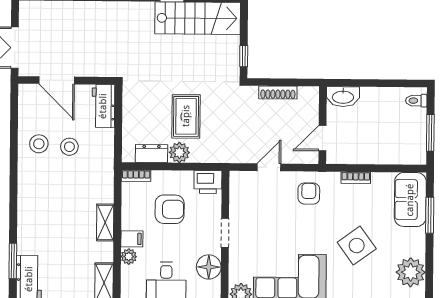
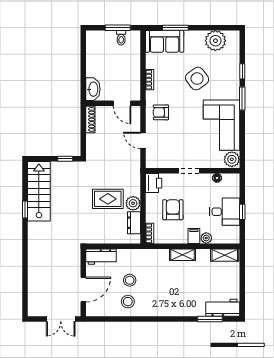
shoe rack: (278, 93) -> (90, 119), moved
toilet: (416, 101) -> (121, 38), moved
floor lamp: (209, 267) -> (217, 178), width x0.53, depth x0.53

